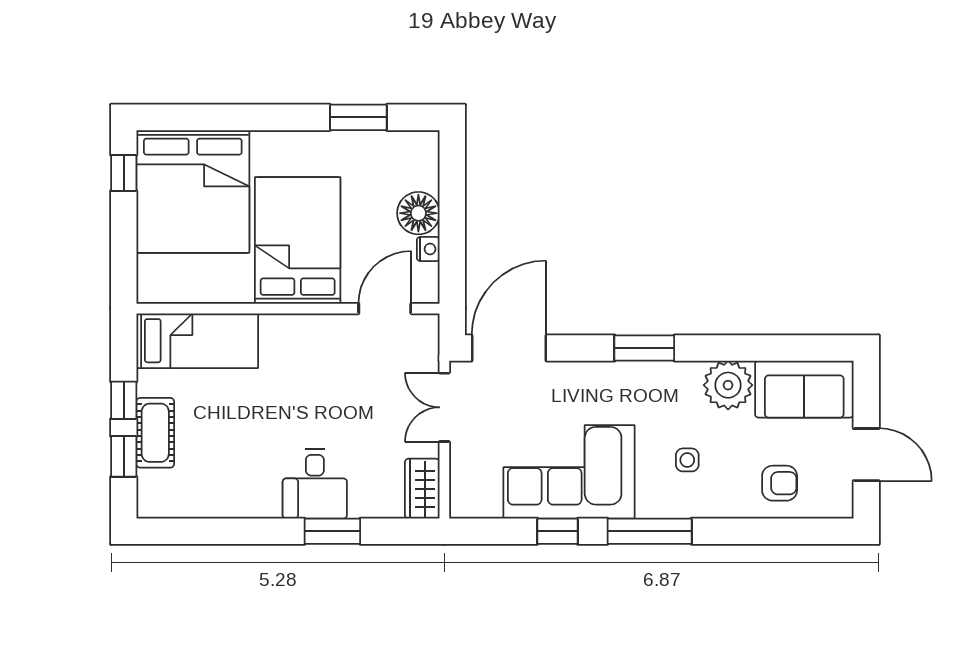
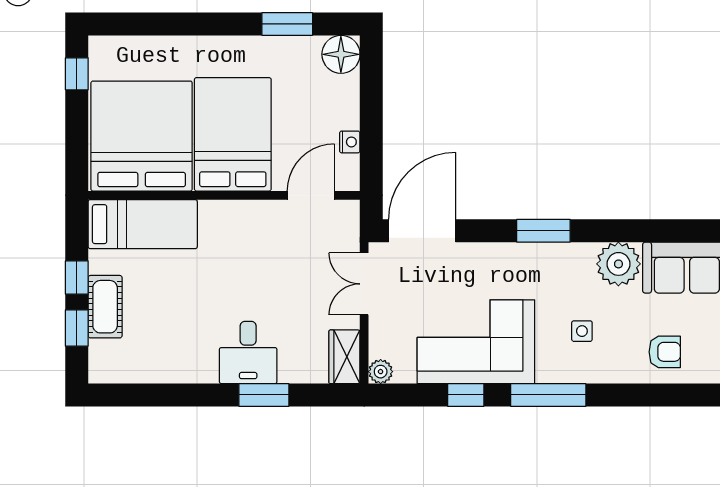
bed: (193, 191) -> (142, 136), moved, turned 180
floor lamp: (418, 213) -> (341, 54), moved
plant: (463, 505) -> (381, 372), added

